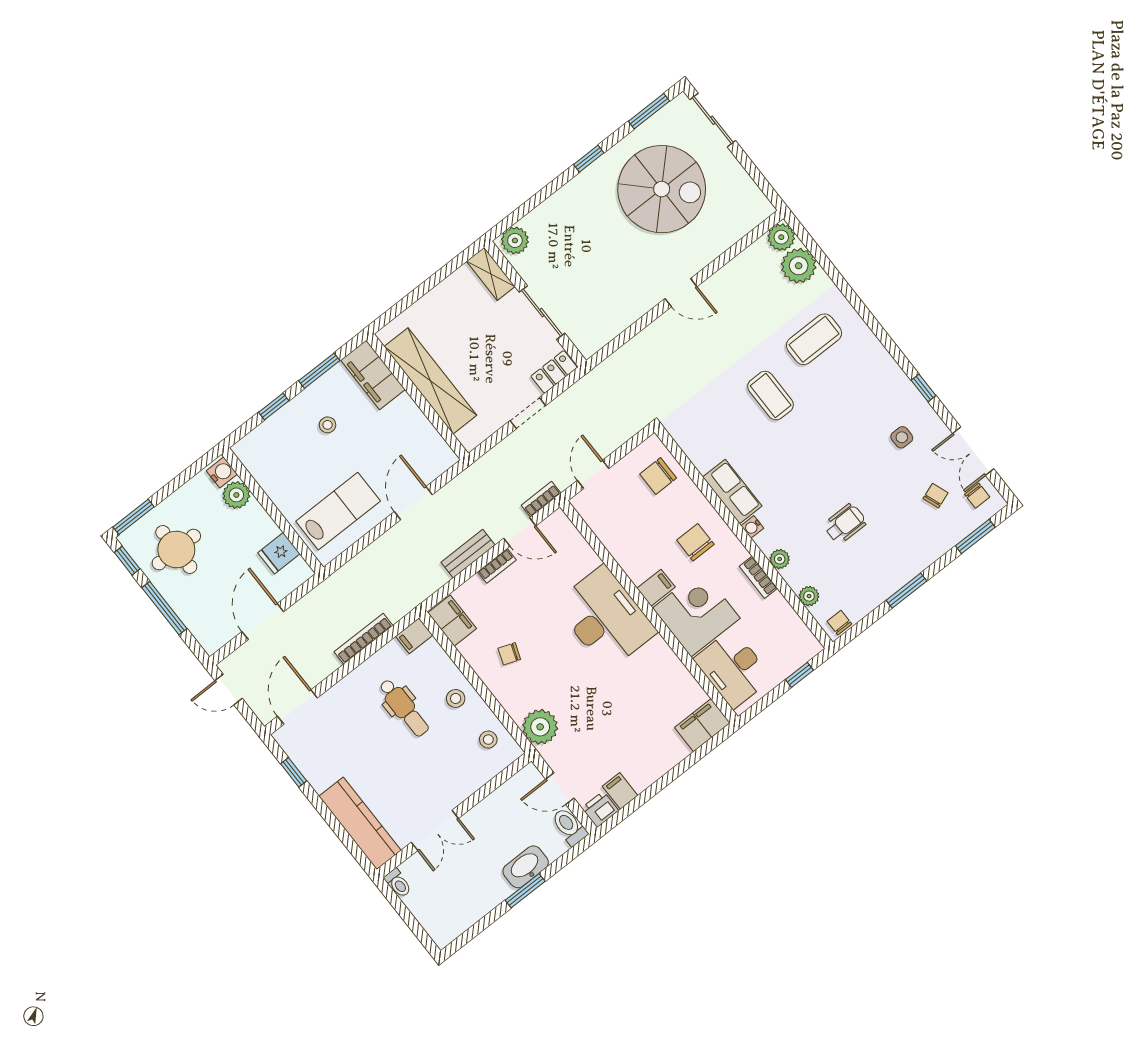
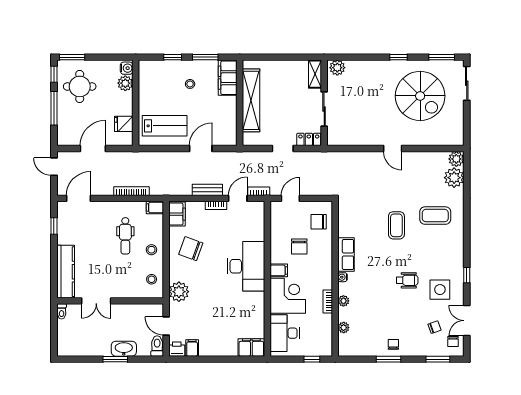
side table: (902, 437) -> (440, 290), width x1.87, depth x1.87
wheelchair: (845, 524) -> (407, 280), moved
door: (520, 532) -> (238, 198), swing flipped
chair: (695, 542) -> (299, 247), moved, turned 180
chair: (839, 623) -> (393, 344), moved
chair: (509, 654) -> (191, 249), width x1.87, depth x1.87

